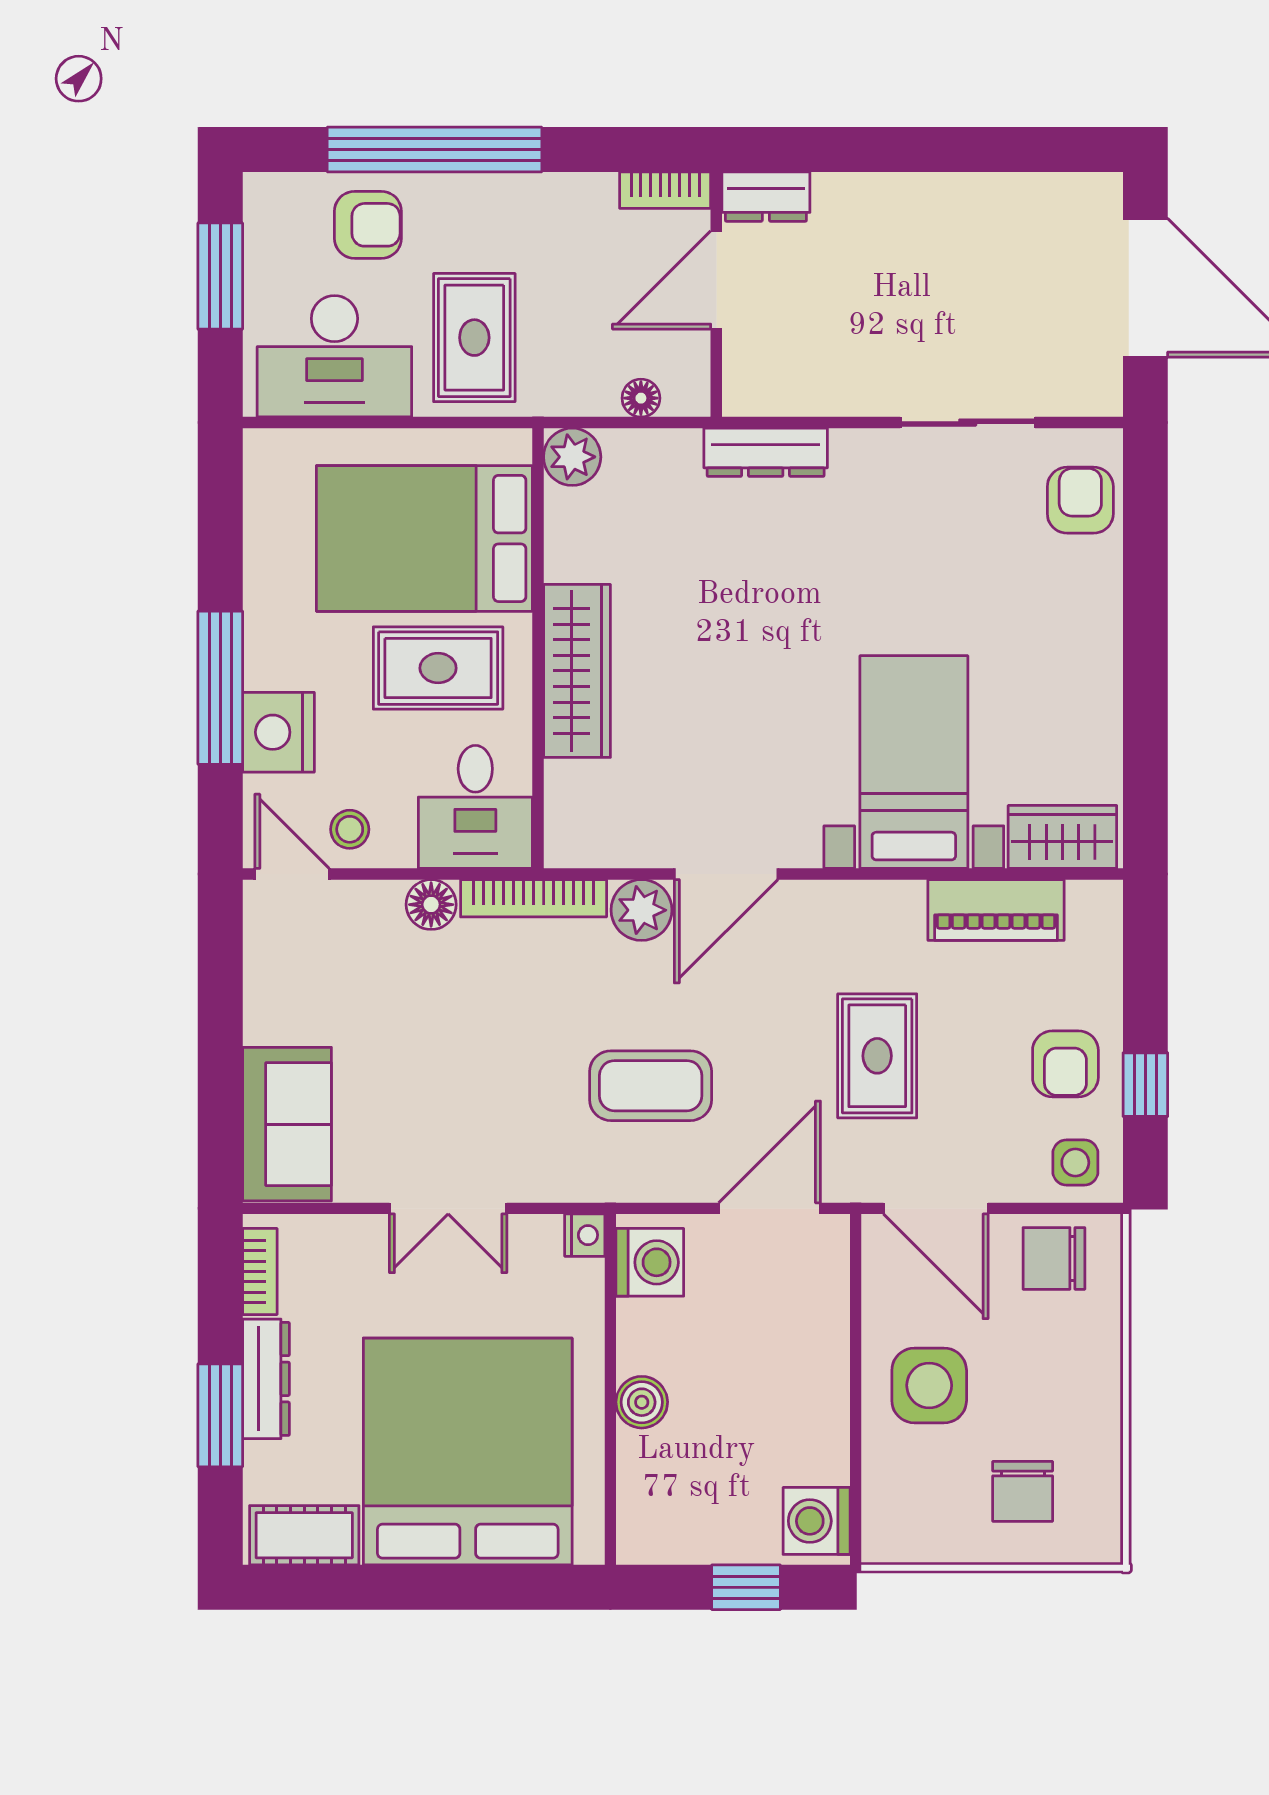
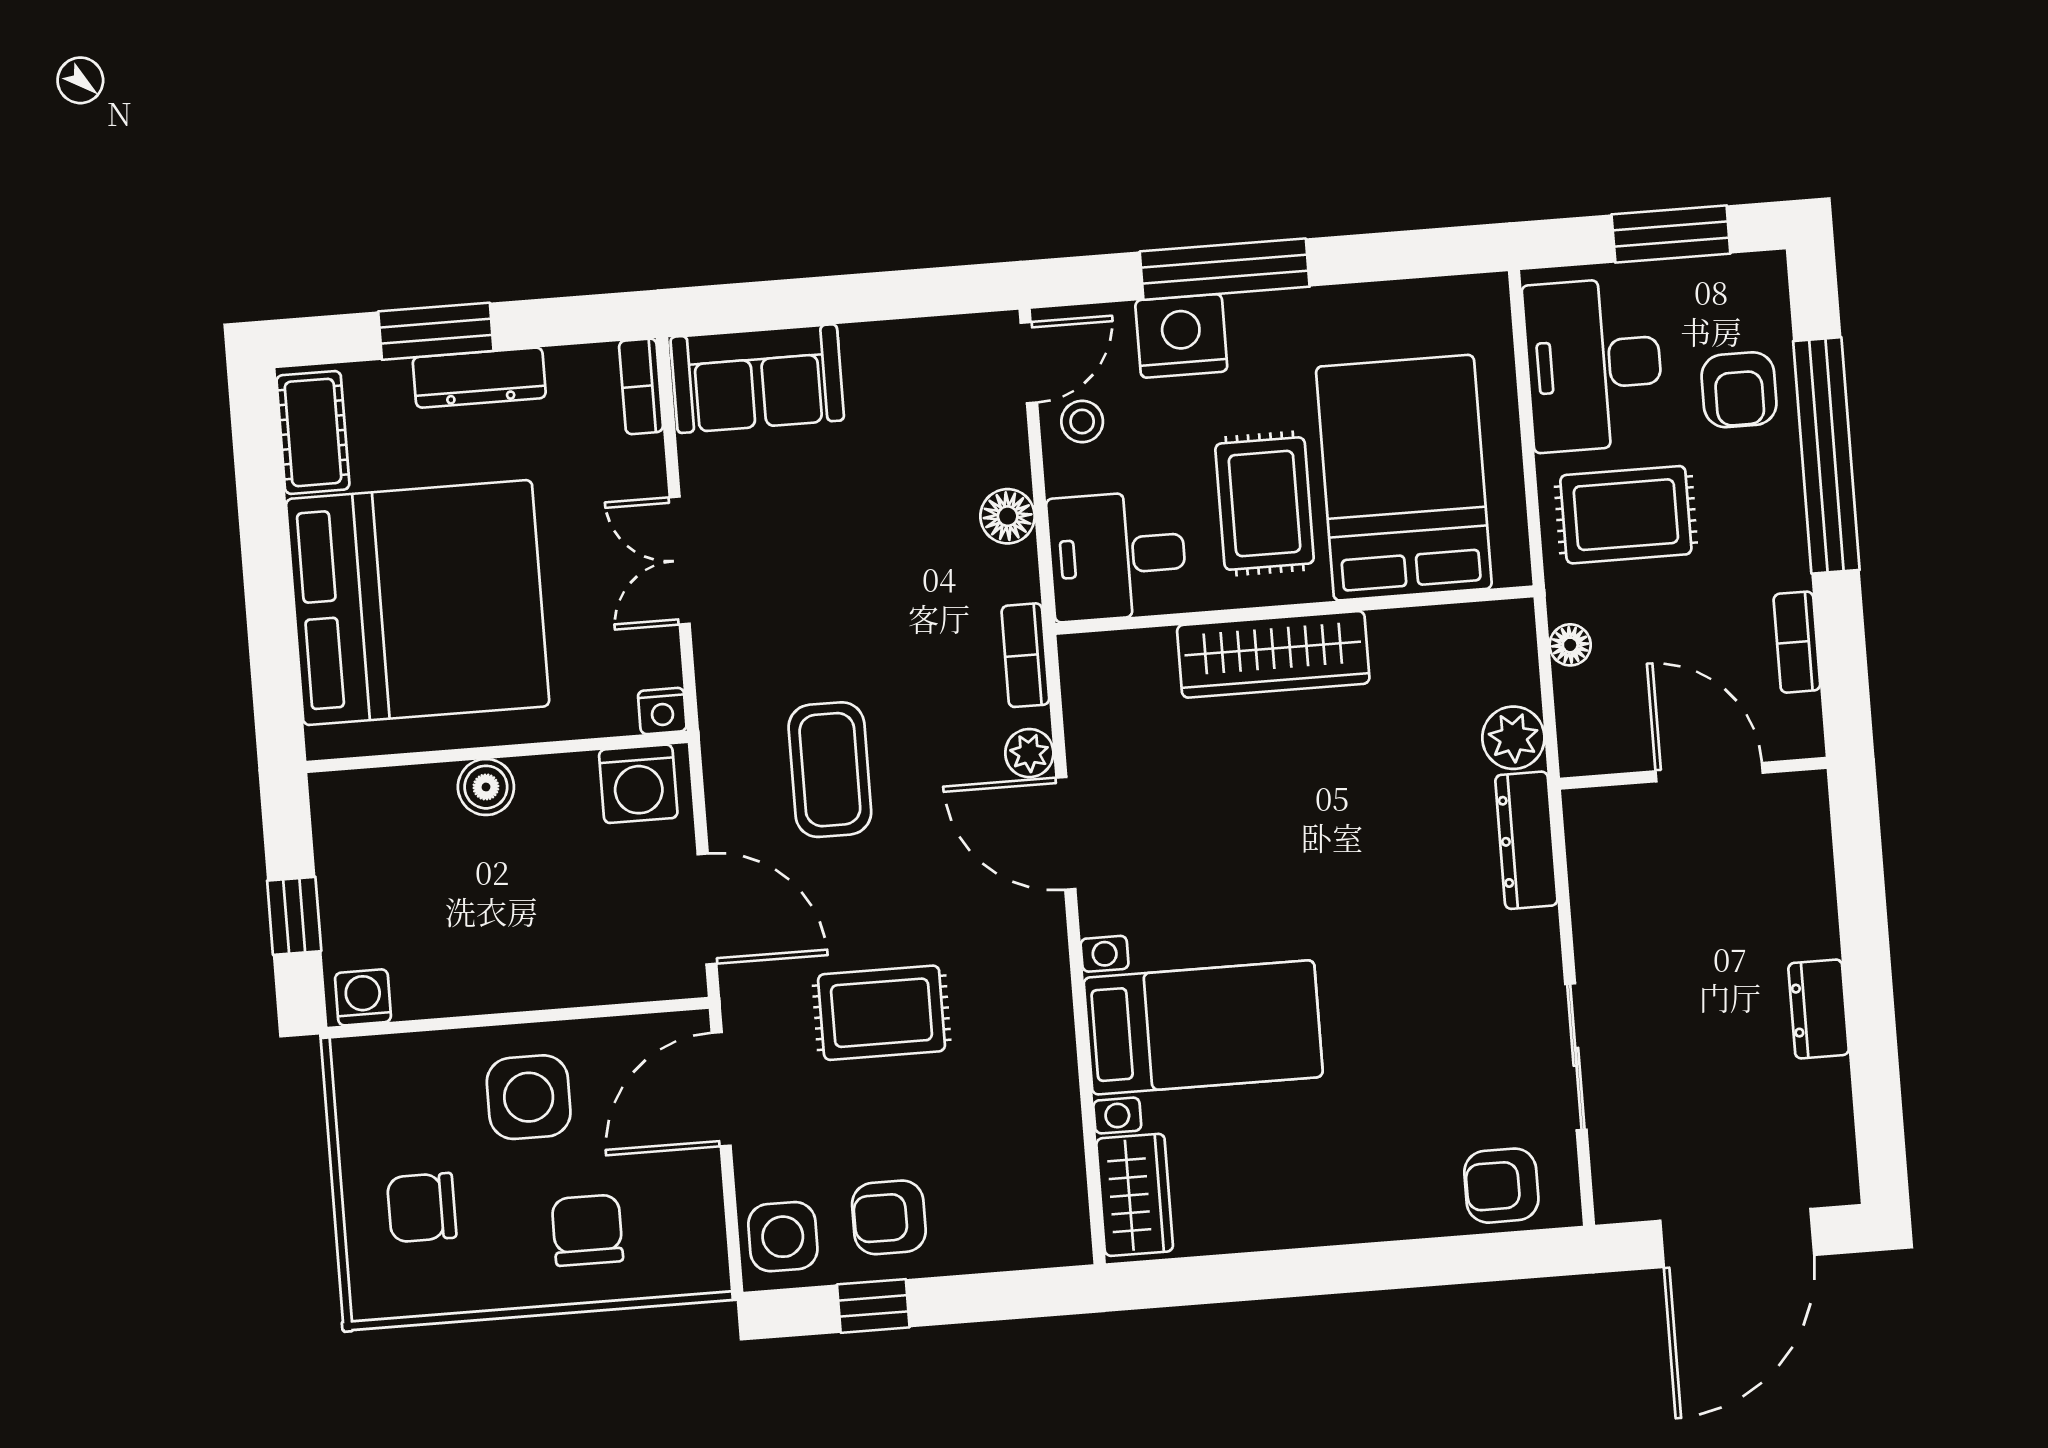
bookcase: (665, 190) -> (1797, 642), moved
dresser: (766, 197) -> (1819, 1009), moved
floor lamp: (641, 398) -> (1570, 645), moved
plant: (572, 457) -> (1513, 738), moved
armchair: (1080, 500) -> (1501, 1186), turned 180
bookcase: (534, 898) -> (1025, 655), width x0.64
plant: (642, 910) -> (1029, 753), width x0.73, depth x0.73
piano: (996, 910) -> (1050, 1129), removed
side table: (1075, 1163) -> (783, 1237), width x1.37, depth x1.37
chair: (1054, 1258) -> (587, 1230), moved
bookcase: (260, 1272) -> (641, 386), moved, turned 90
washing machine: (817, 1521) -> (363, 997), width x0.73, depth x0.73

